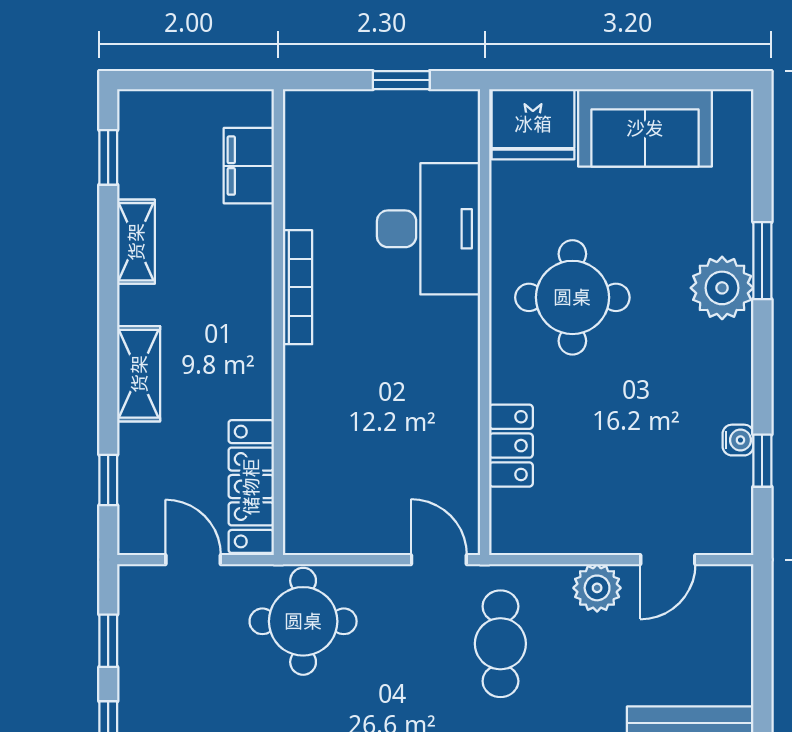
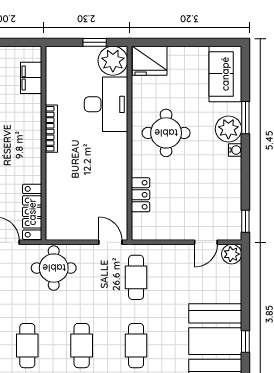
plant: (445, 124) -> (113, 61), added
sofa: (645, 128) -> (225, 74), moved, turned 90
water cooler: (738, 440) -> (235, 150), moved
window: (762, 461) -> (245, 221), moved
plant: (597, 588) -> (232, 254), moved

